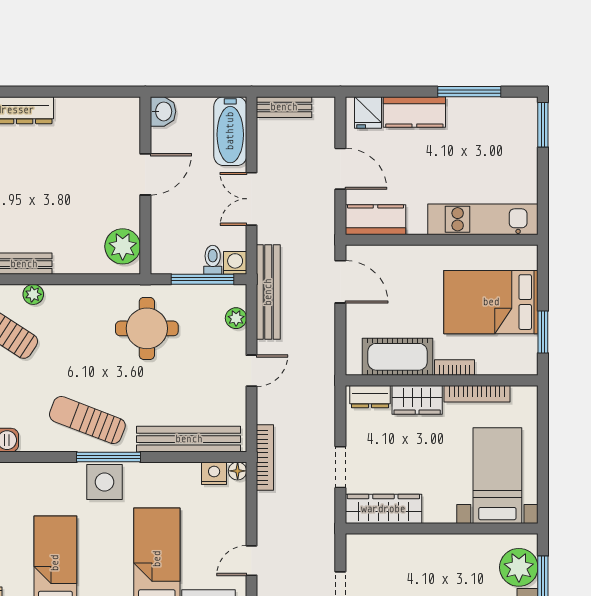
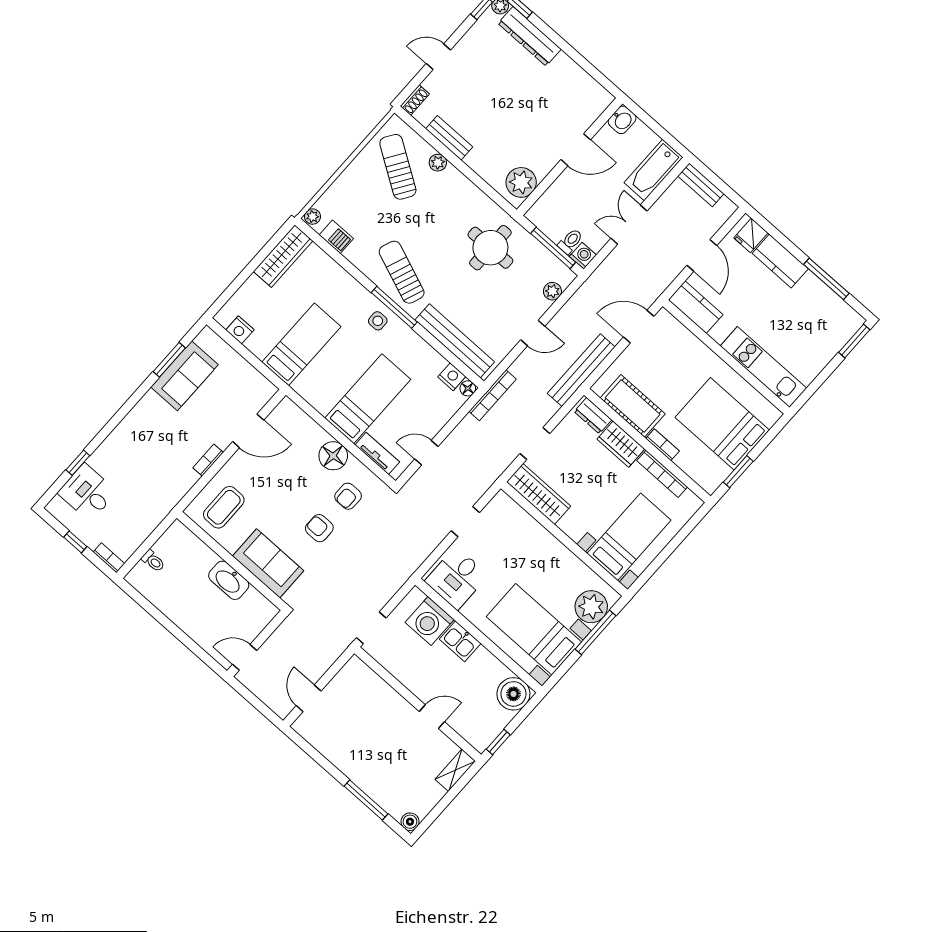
door: (340, 282) -> (639, 327), swing flipped
bench: (268, 292) -> (581, 370), moved
side table: (104, 482) -> (378, 321), width x0.54, depth x0.54

